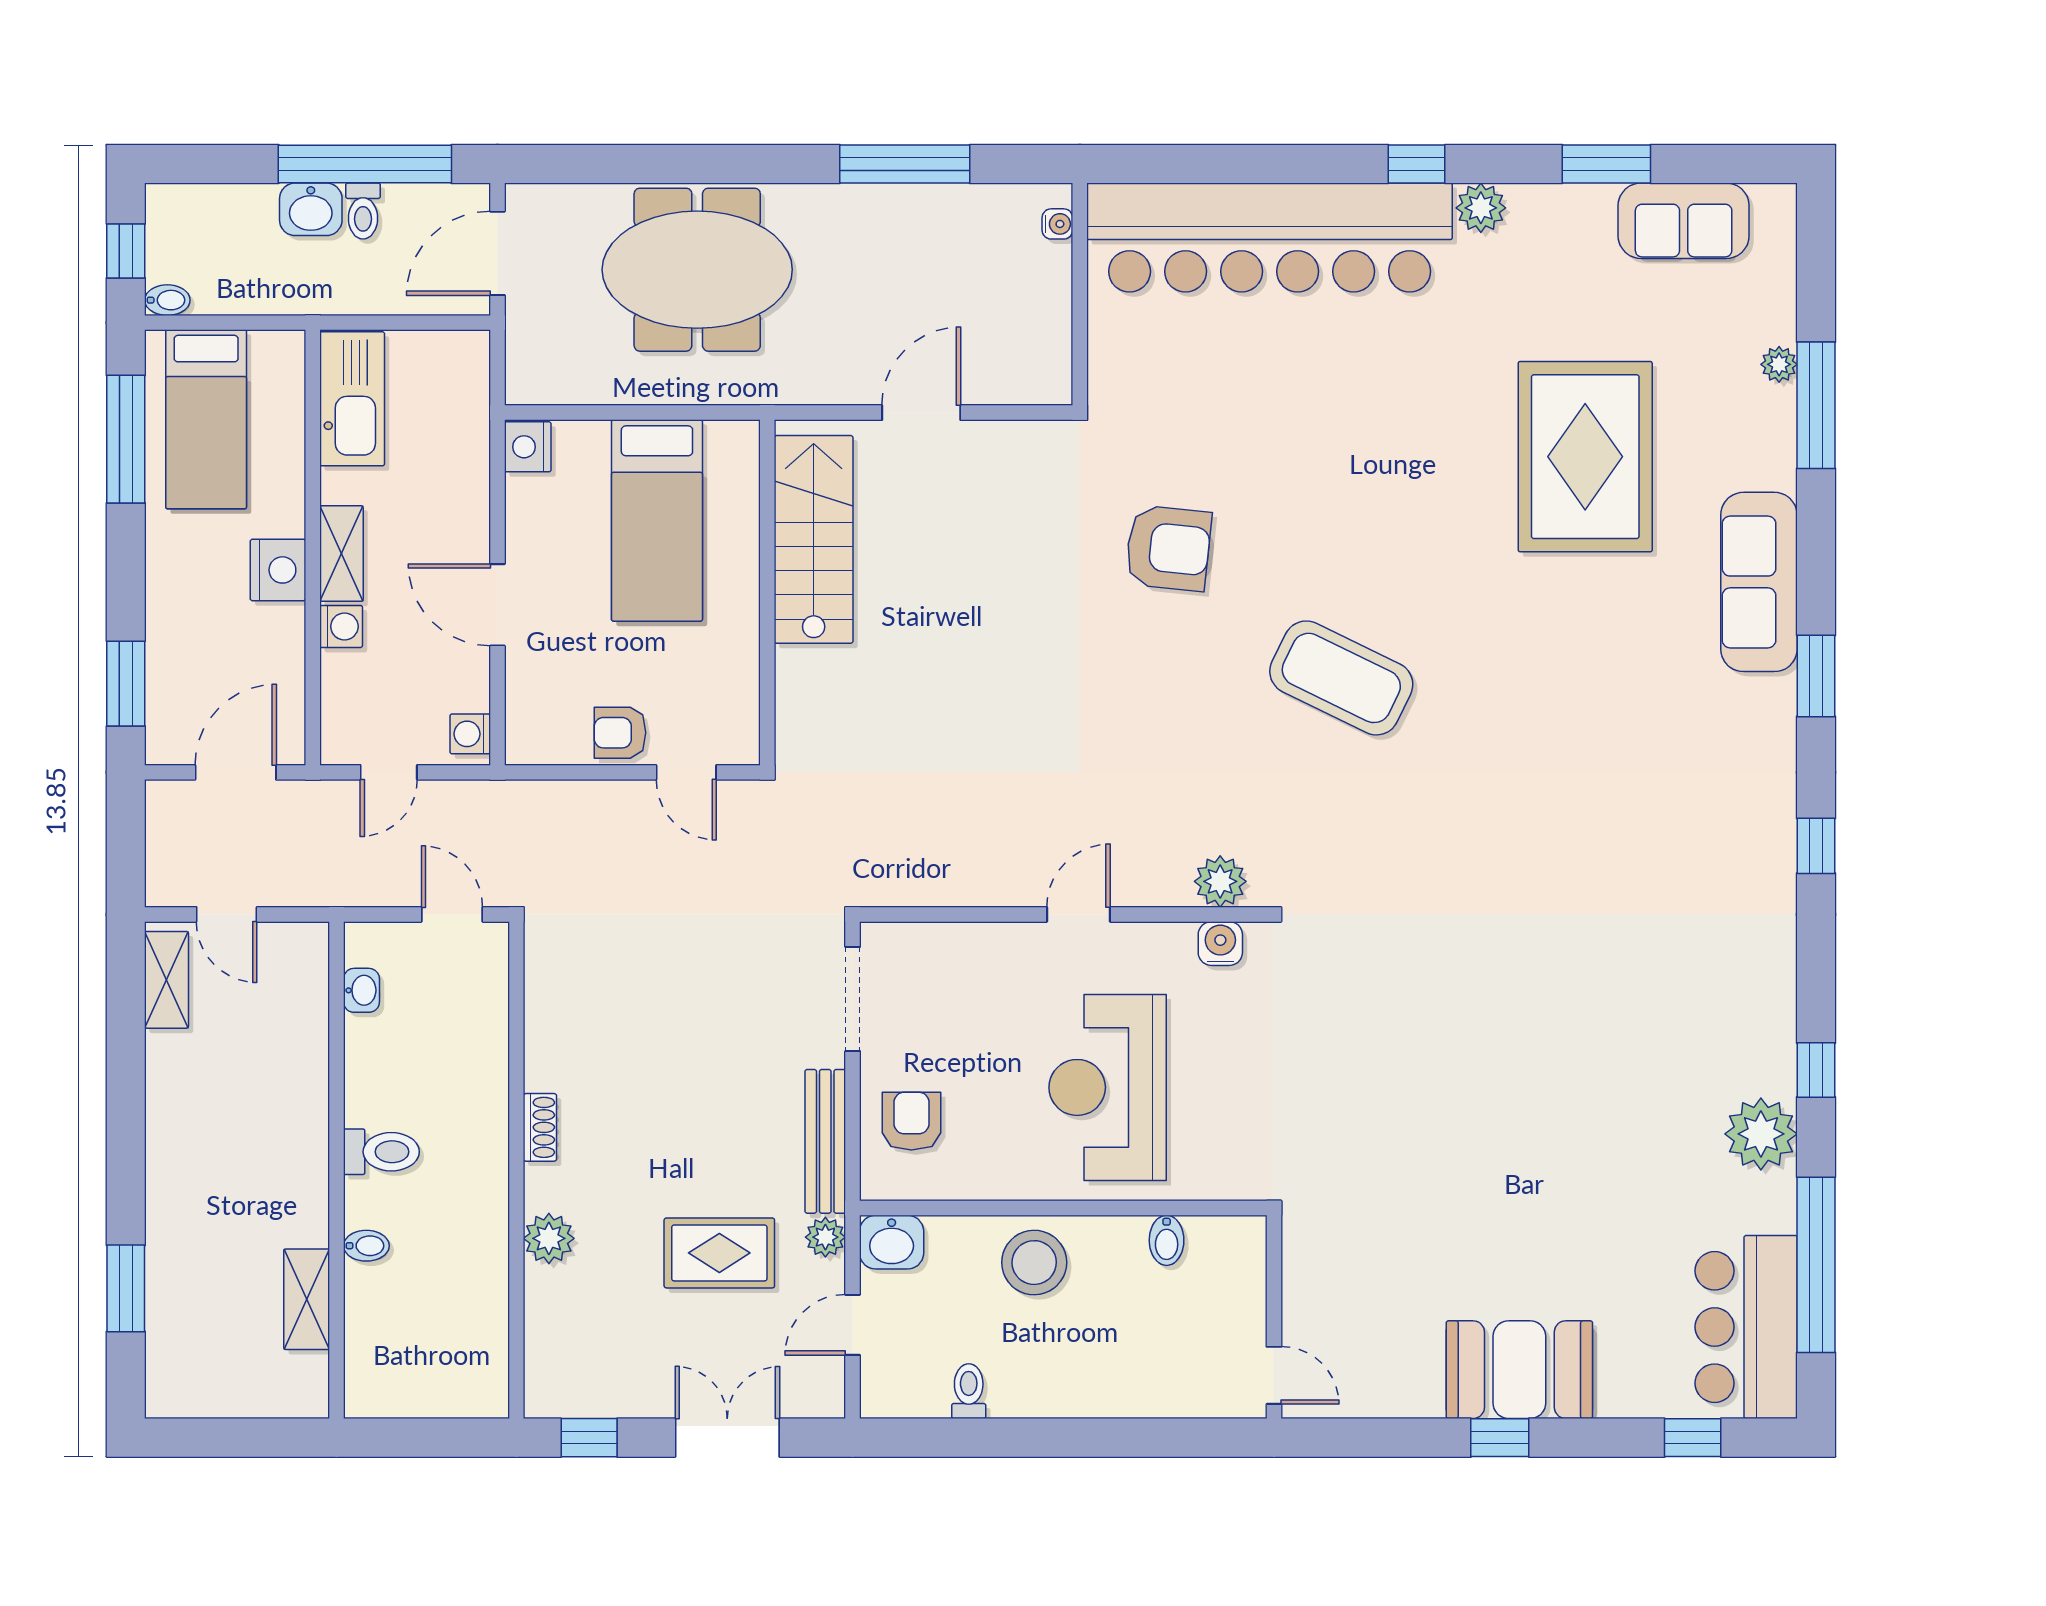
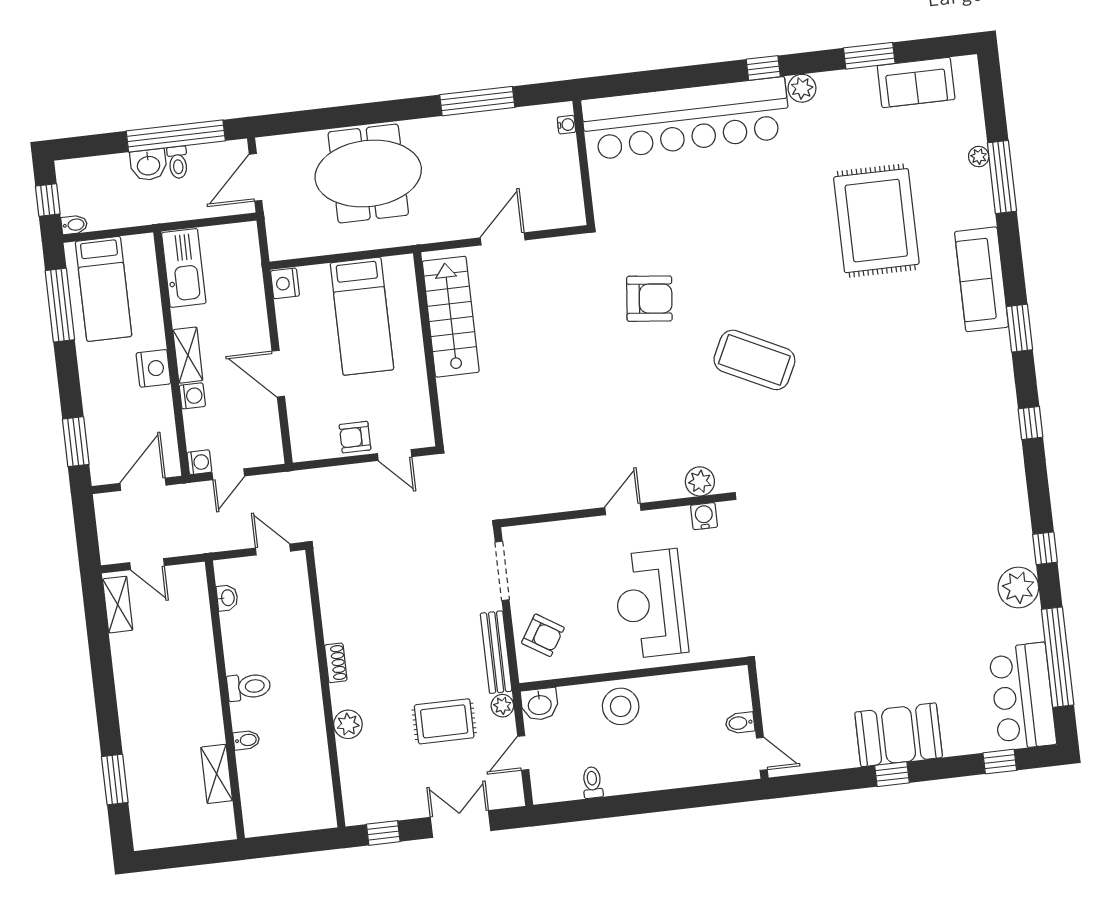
washing machine: (470, 734) -> (199, 462), moved, turned 180
armchair: (911, 1121) -> (543, 635), turned 122
bidet: (1167, 1240) -> (740, 723), moved, turned 90

